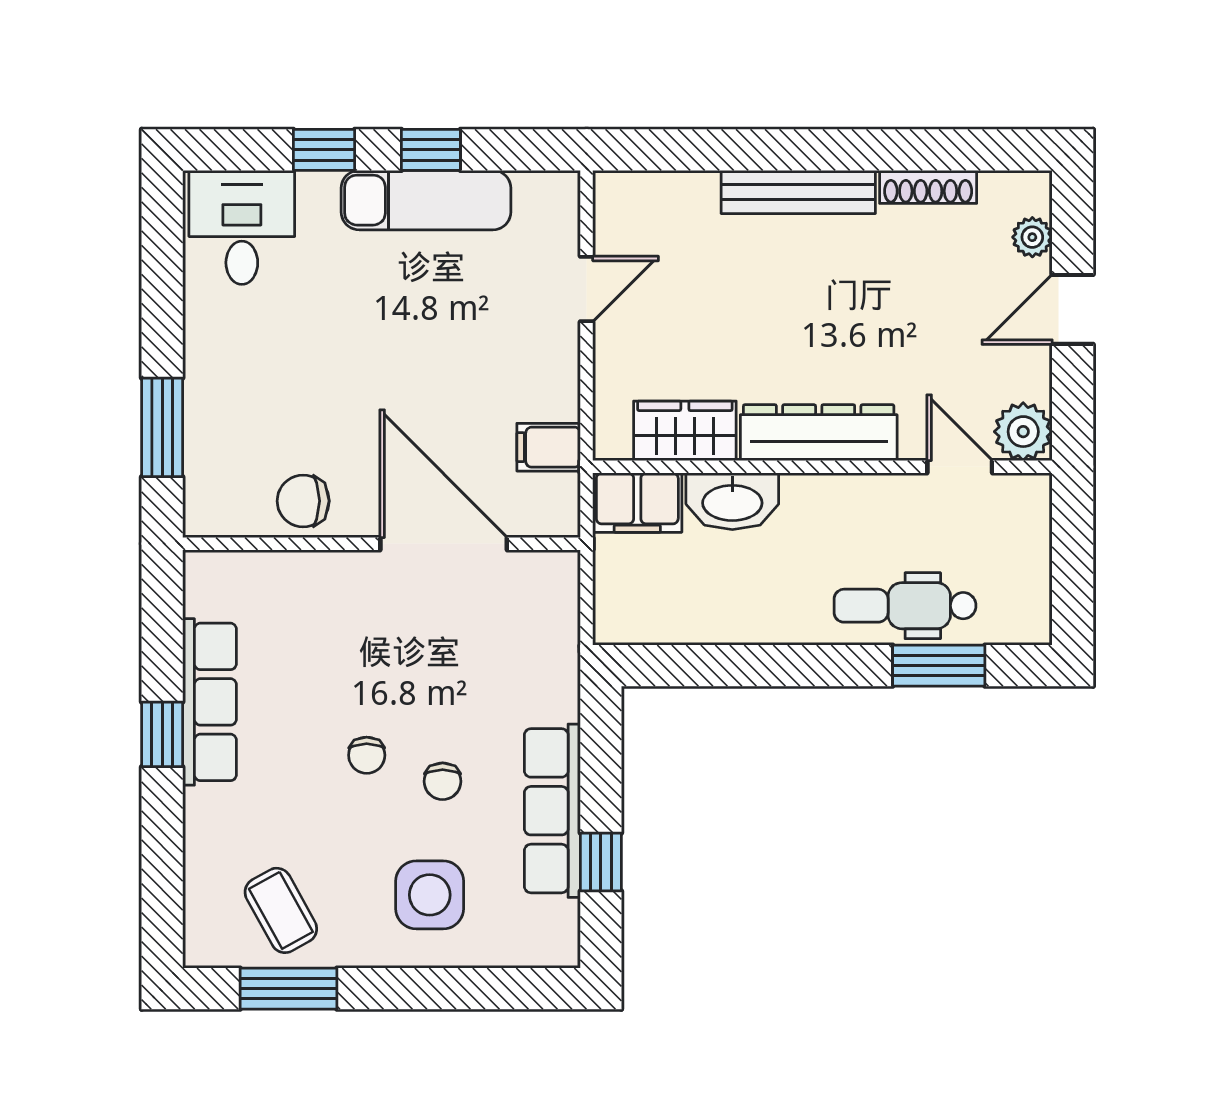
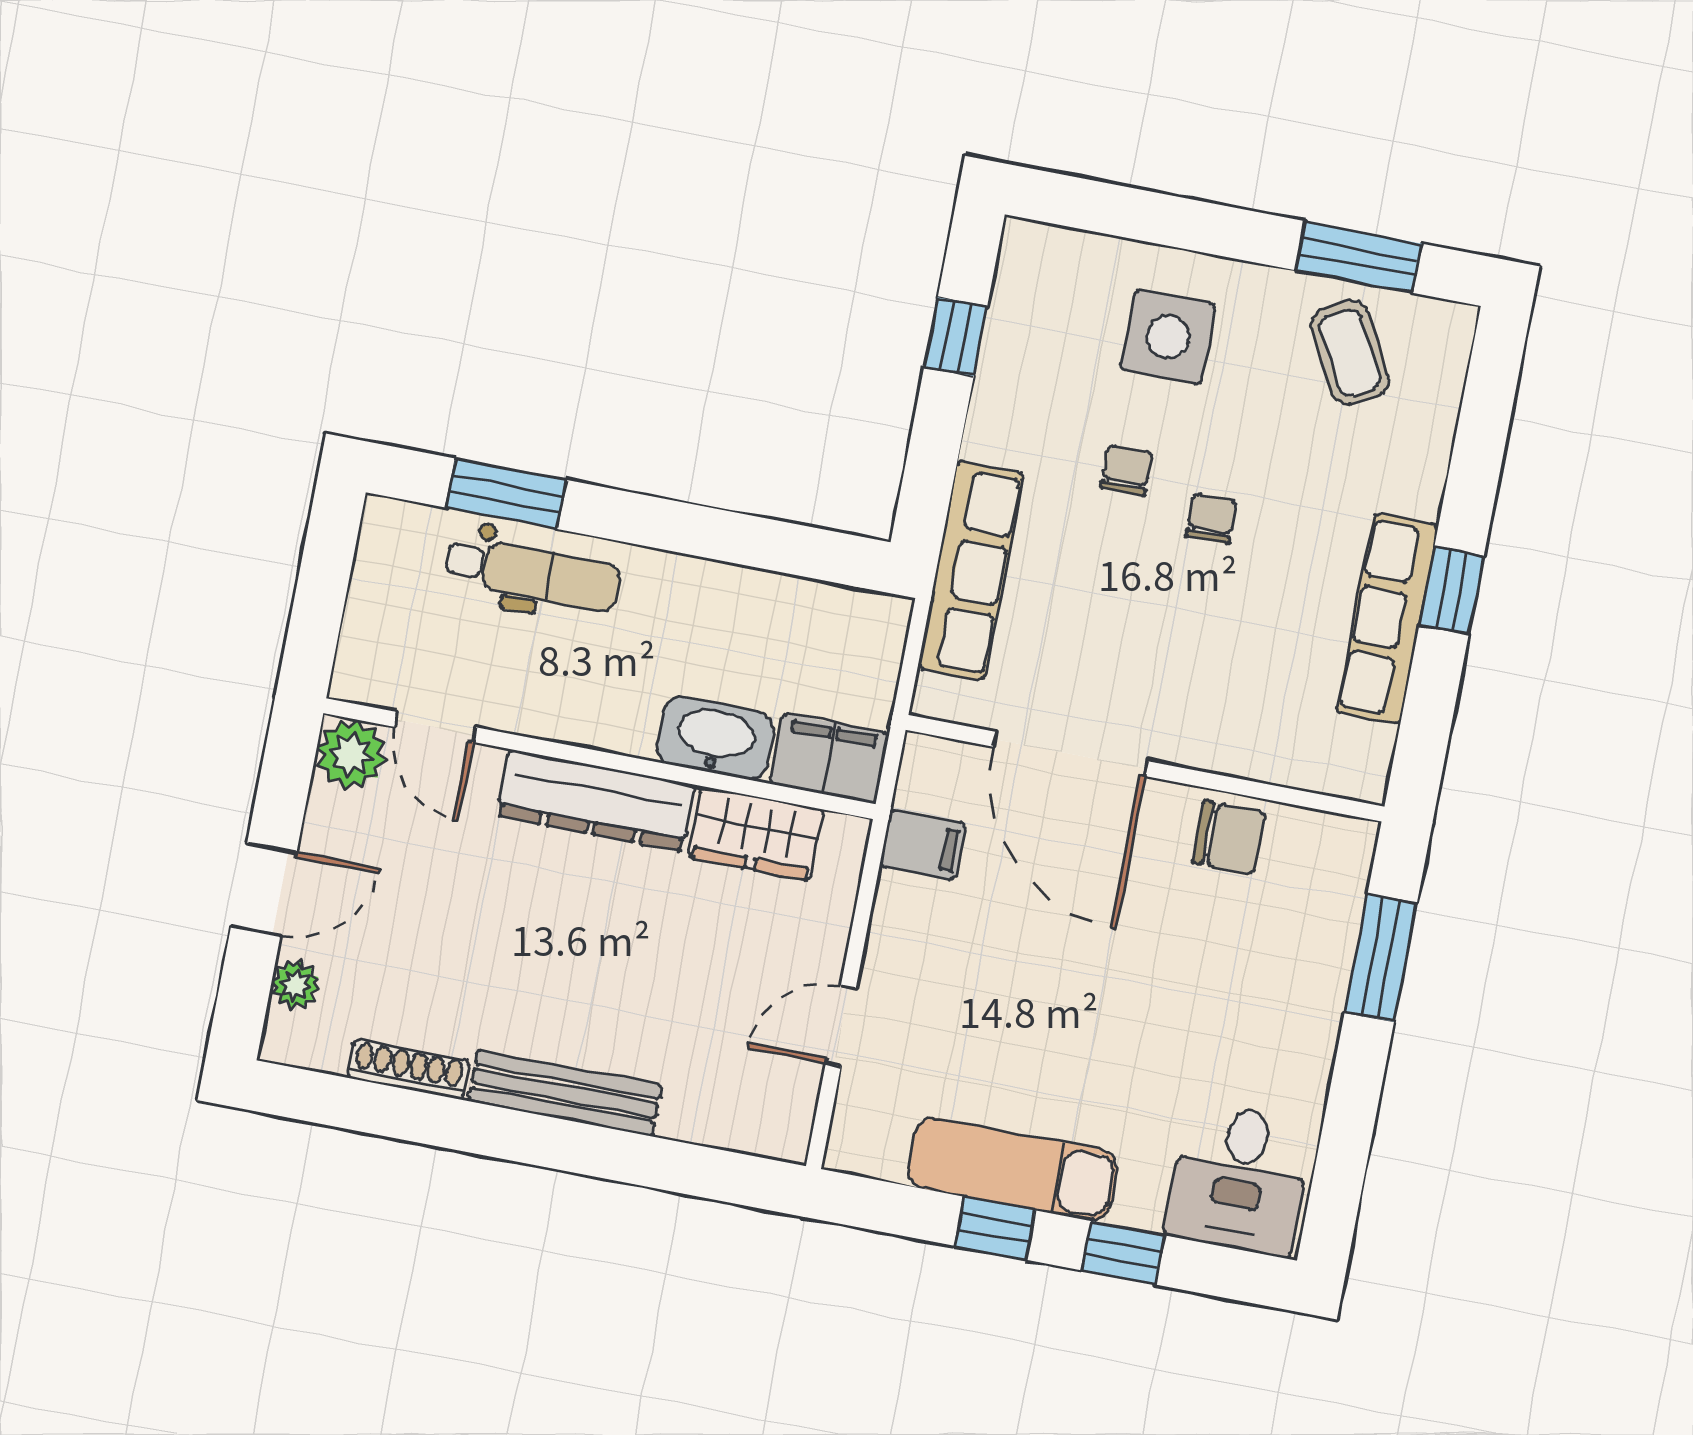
row of seats: (552, 811) -> (971, 571), moved

